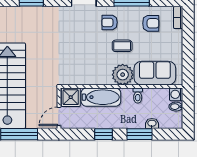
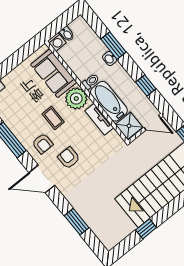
armchair: (151, 23) -> (69, 158), moved
tv unit: (93, 79) -> (99, 119), added
toilet: (138, 95) -> (91, 82), moved
washbasin: (152, 124) -> (110, 58), moved
window: (104, 134) -> (146, 85), moved

